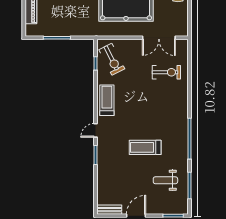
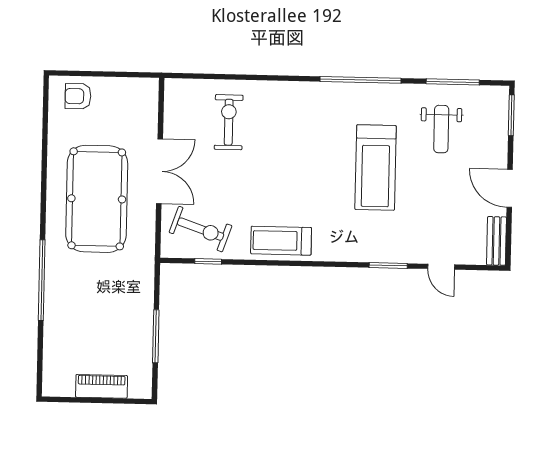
double door: (159, 38) -> (160, 171), moved
exercise bike: (112, 59) -> (201, 229), turned 46
door: (96, 130) -> (441, 267), moved
treadmill: (145, 147) -> (376, 168), width x1.37, depth x1.38

